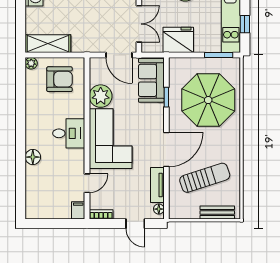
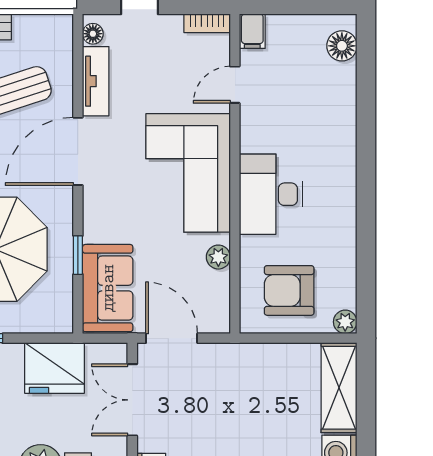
shelving: (48, 44) -> (339, 388), moved, turned 90
plant: (101, 96) -> (218, 257), width x0.53, depth x0.53
desk: (69, 133) -> (271, 194), width x1.37
floor lamp: (33, 157) -> (342, 46), moved

